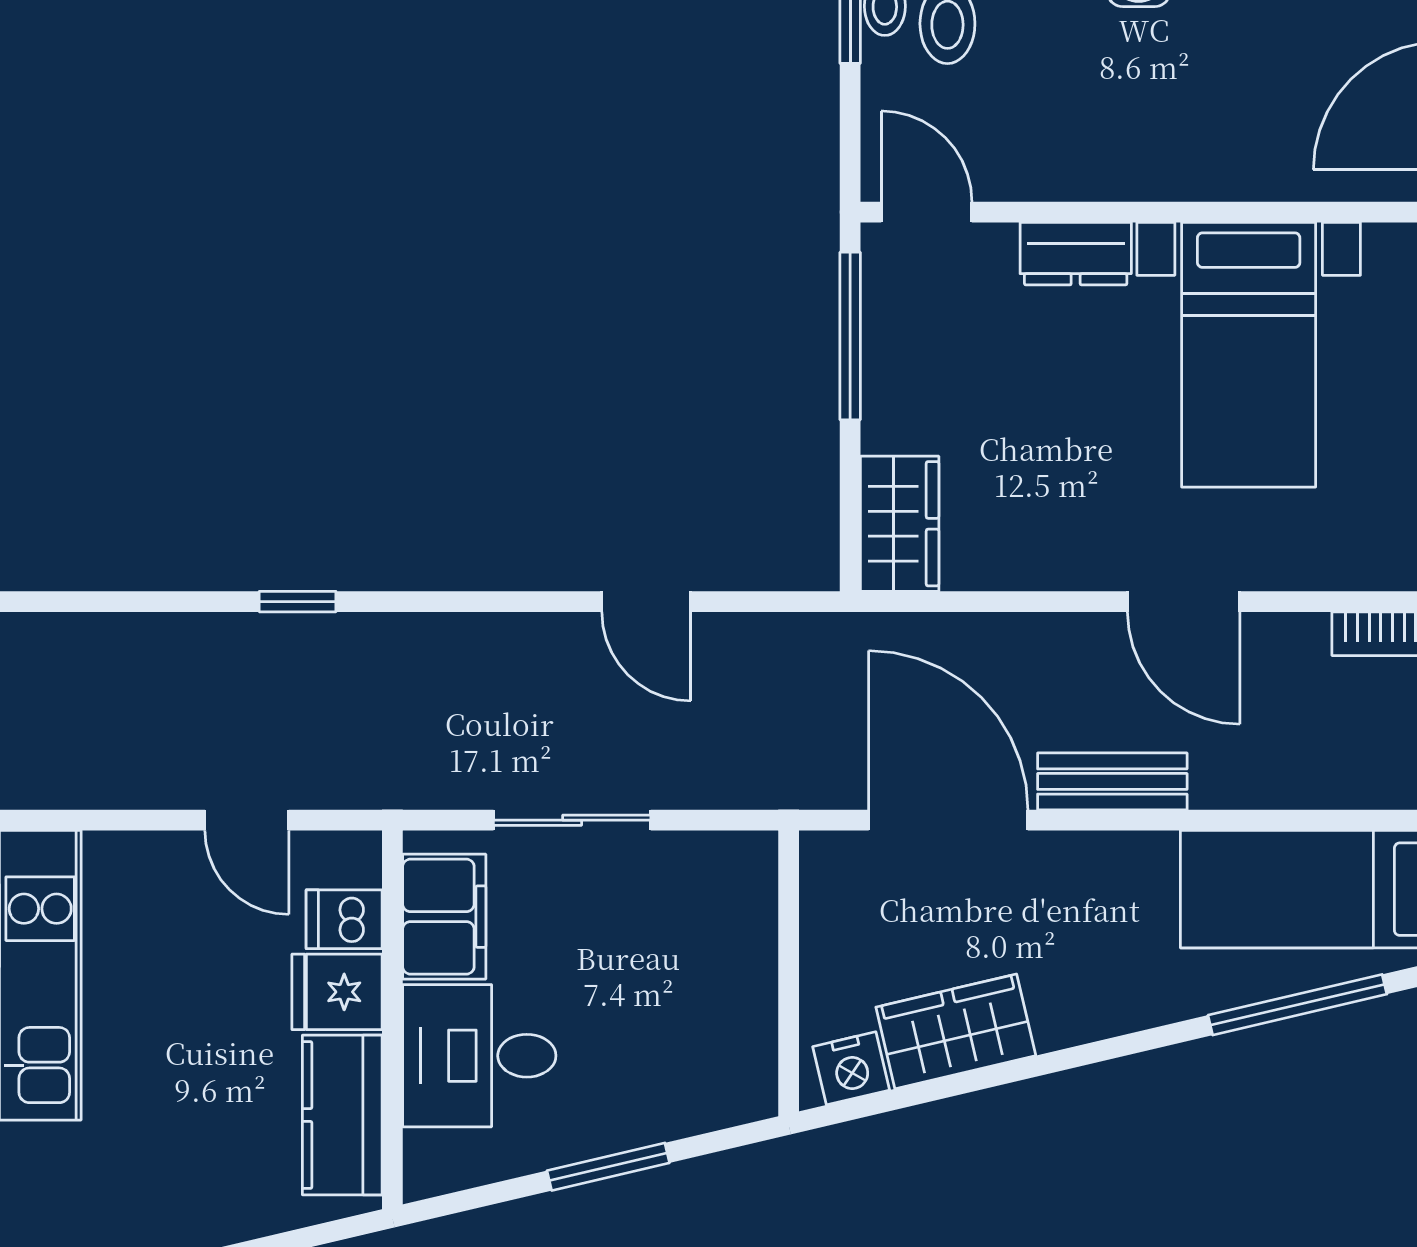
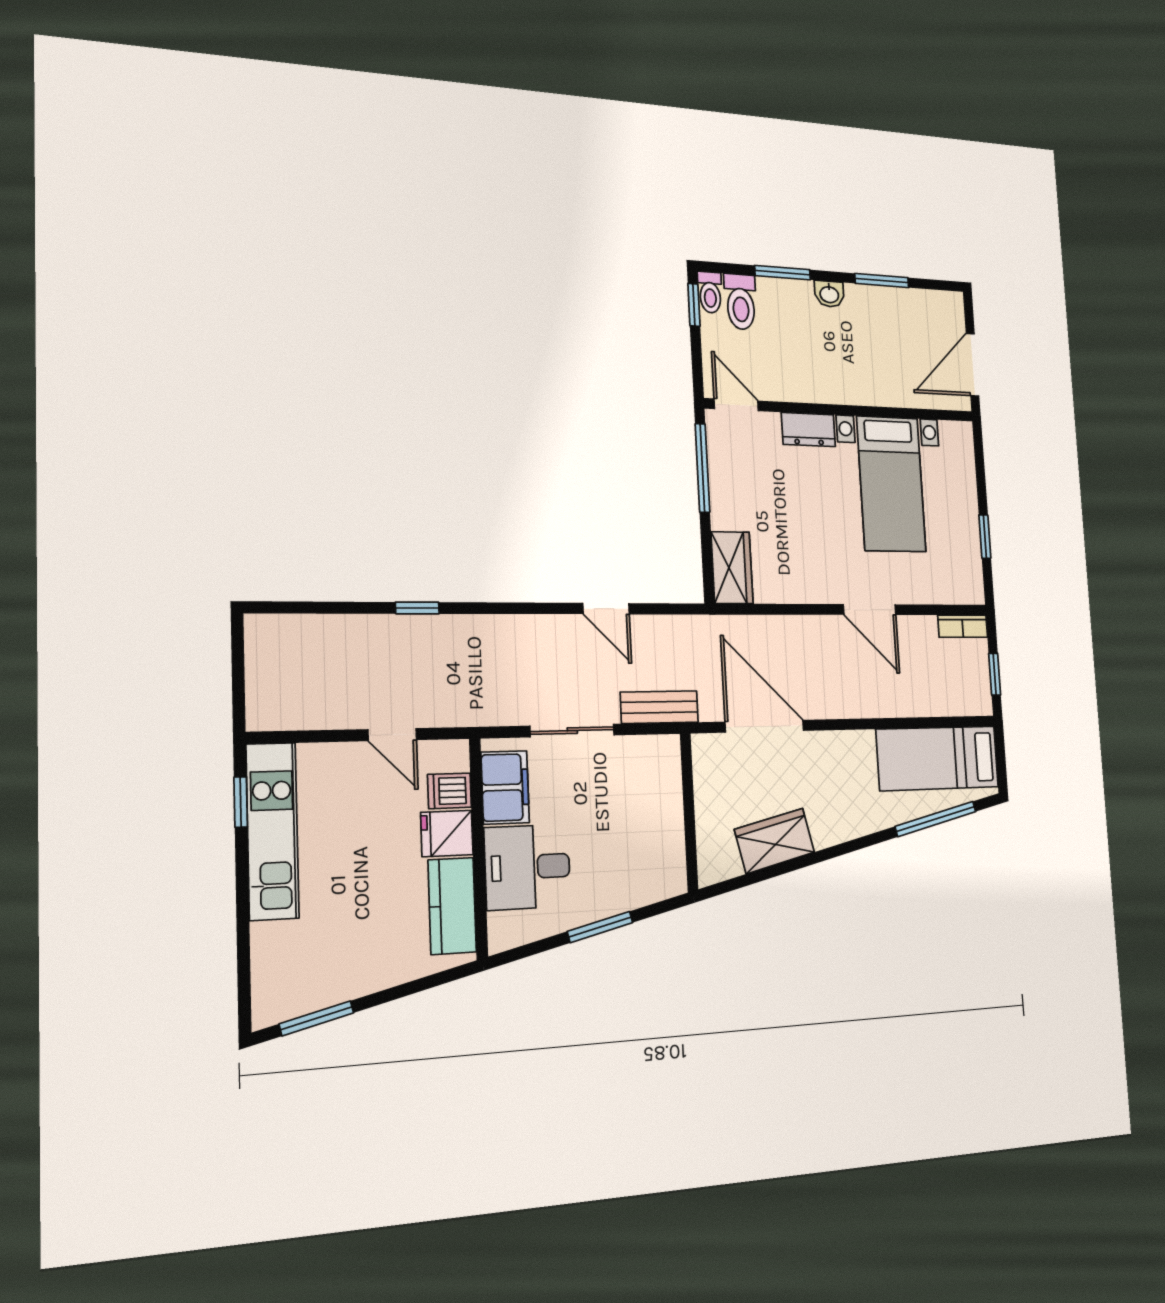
bench: (1112, 781) -> (659, 707), moved
nightstand: (851, 1068) -> (723, 864), removed

